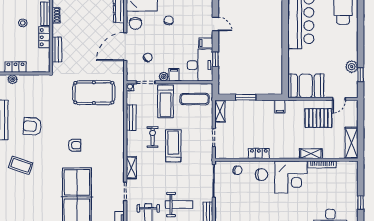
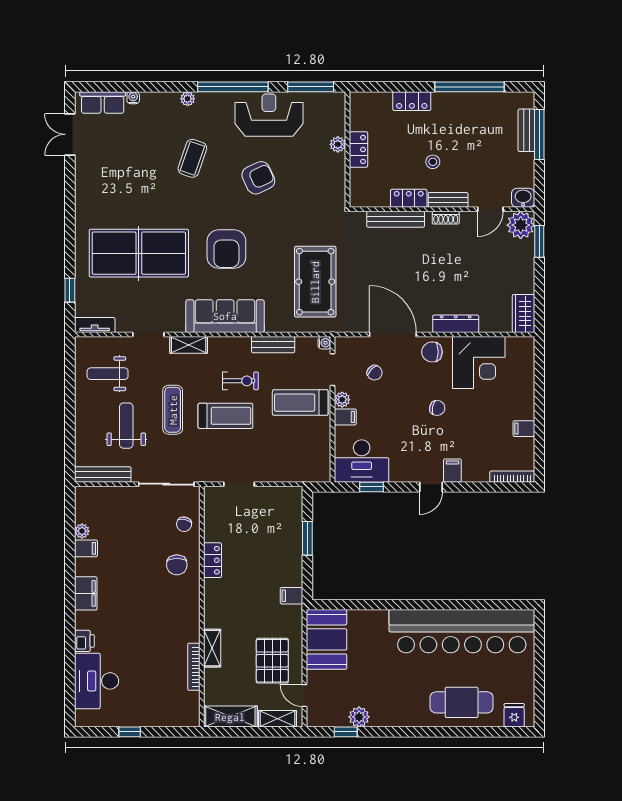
filing cabinet: (206, 43) -> (452, 471), moved
bench: (57, 50) -> (396, 219), width x1.36
exercise mat: (195, 99) -> (173, 410), moved
shelving: (220, 111) -> (277, 719), moved
armchair: (32, 126) -> (258, 178), turned 61
armchair: (74, 145) -> (226, 249), width x1.88, depth x1.88
sofa: (114, 146) -> (225, 316), added
corner desk: (291, 177) -> (173, 614), removed
weight bench: (179, 205) -> (126, 426), turned 180

